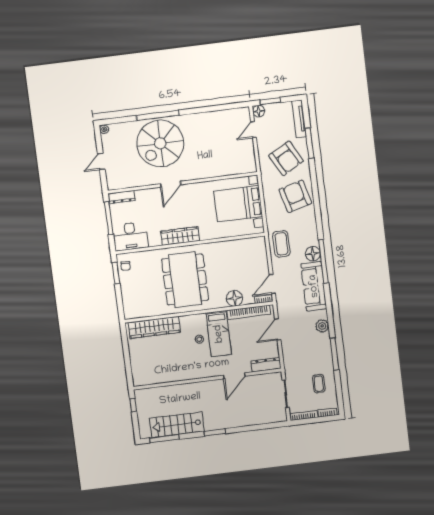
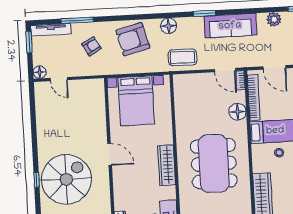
window: (270, 101) -> (29, 42), moved
window: (158, 115) -> (37, 180), width x0.32
spiral stairs: (160, 143) -> (66, 179), turned -90
armchair: (286, 158) -> (92, 46), width x0.53, depth x0.53
door: (171, 184) -> (110, 154), moved
floor lamp: (313, 254) -> (169, 26), moved
window: (324, 261) -> (204, 13), width x0.47
dining table: (185, 280) -> (214, 163), turned 90

